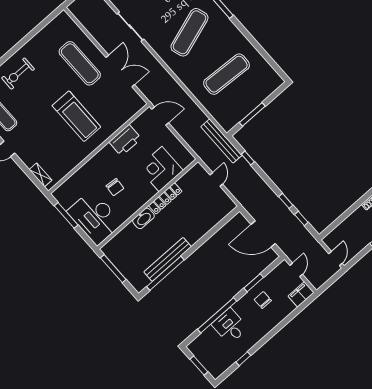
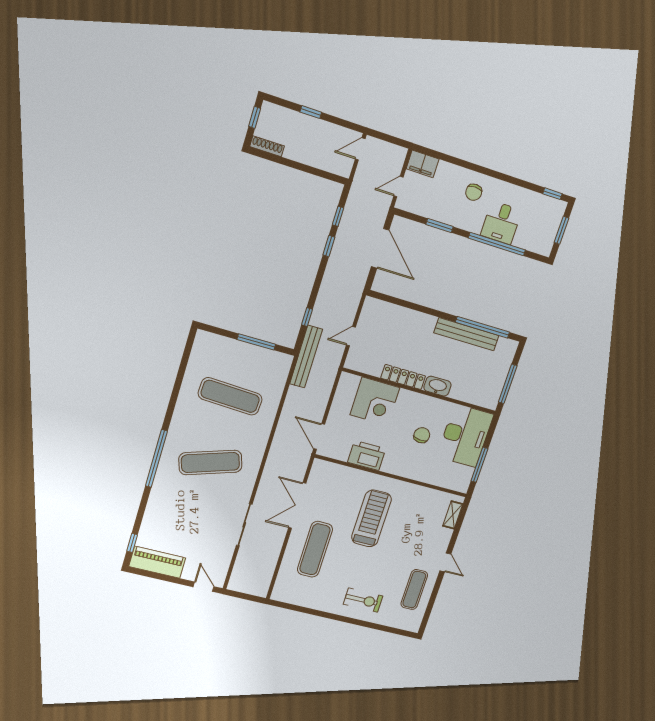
chair: (263, 300) -> (474, 192), moved
window: (243, 359) -> (552, 194), moved

